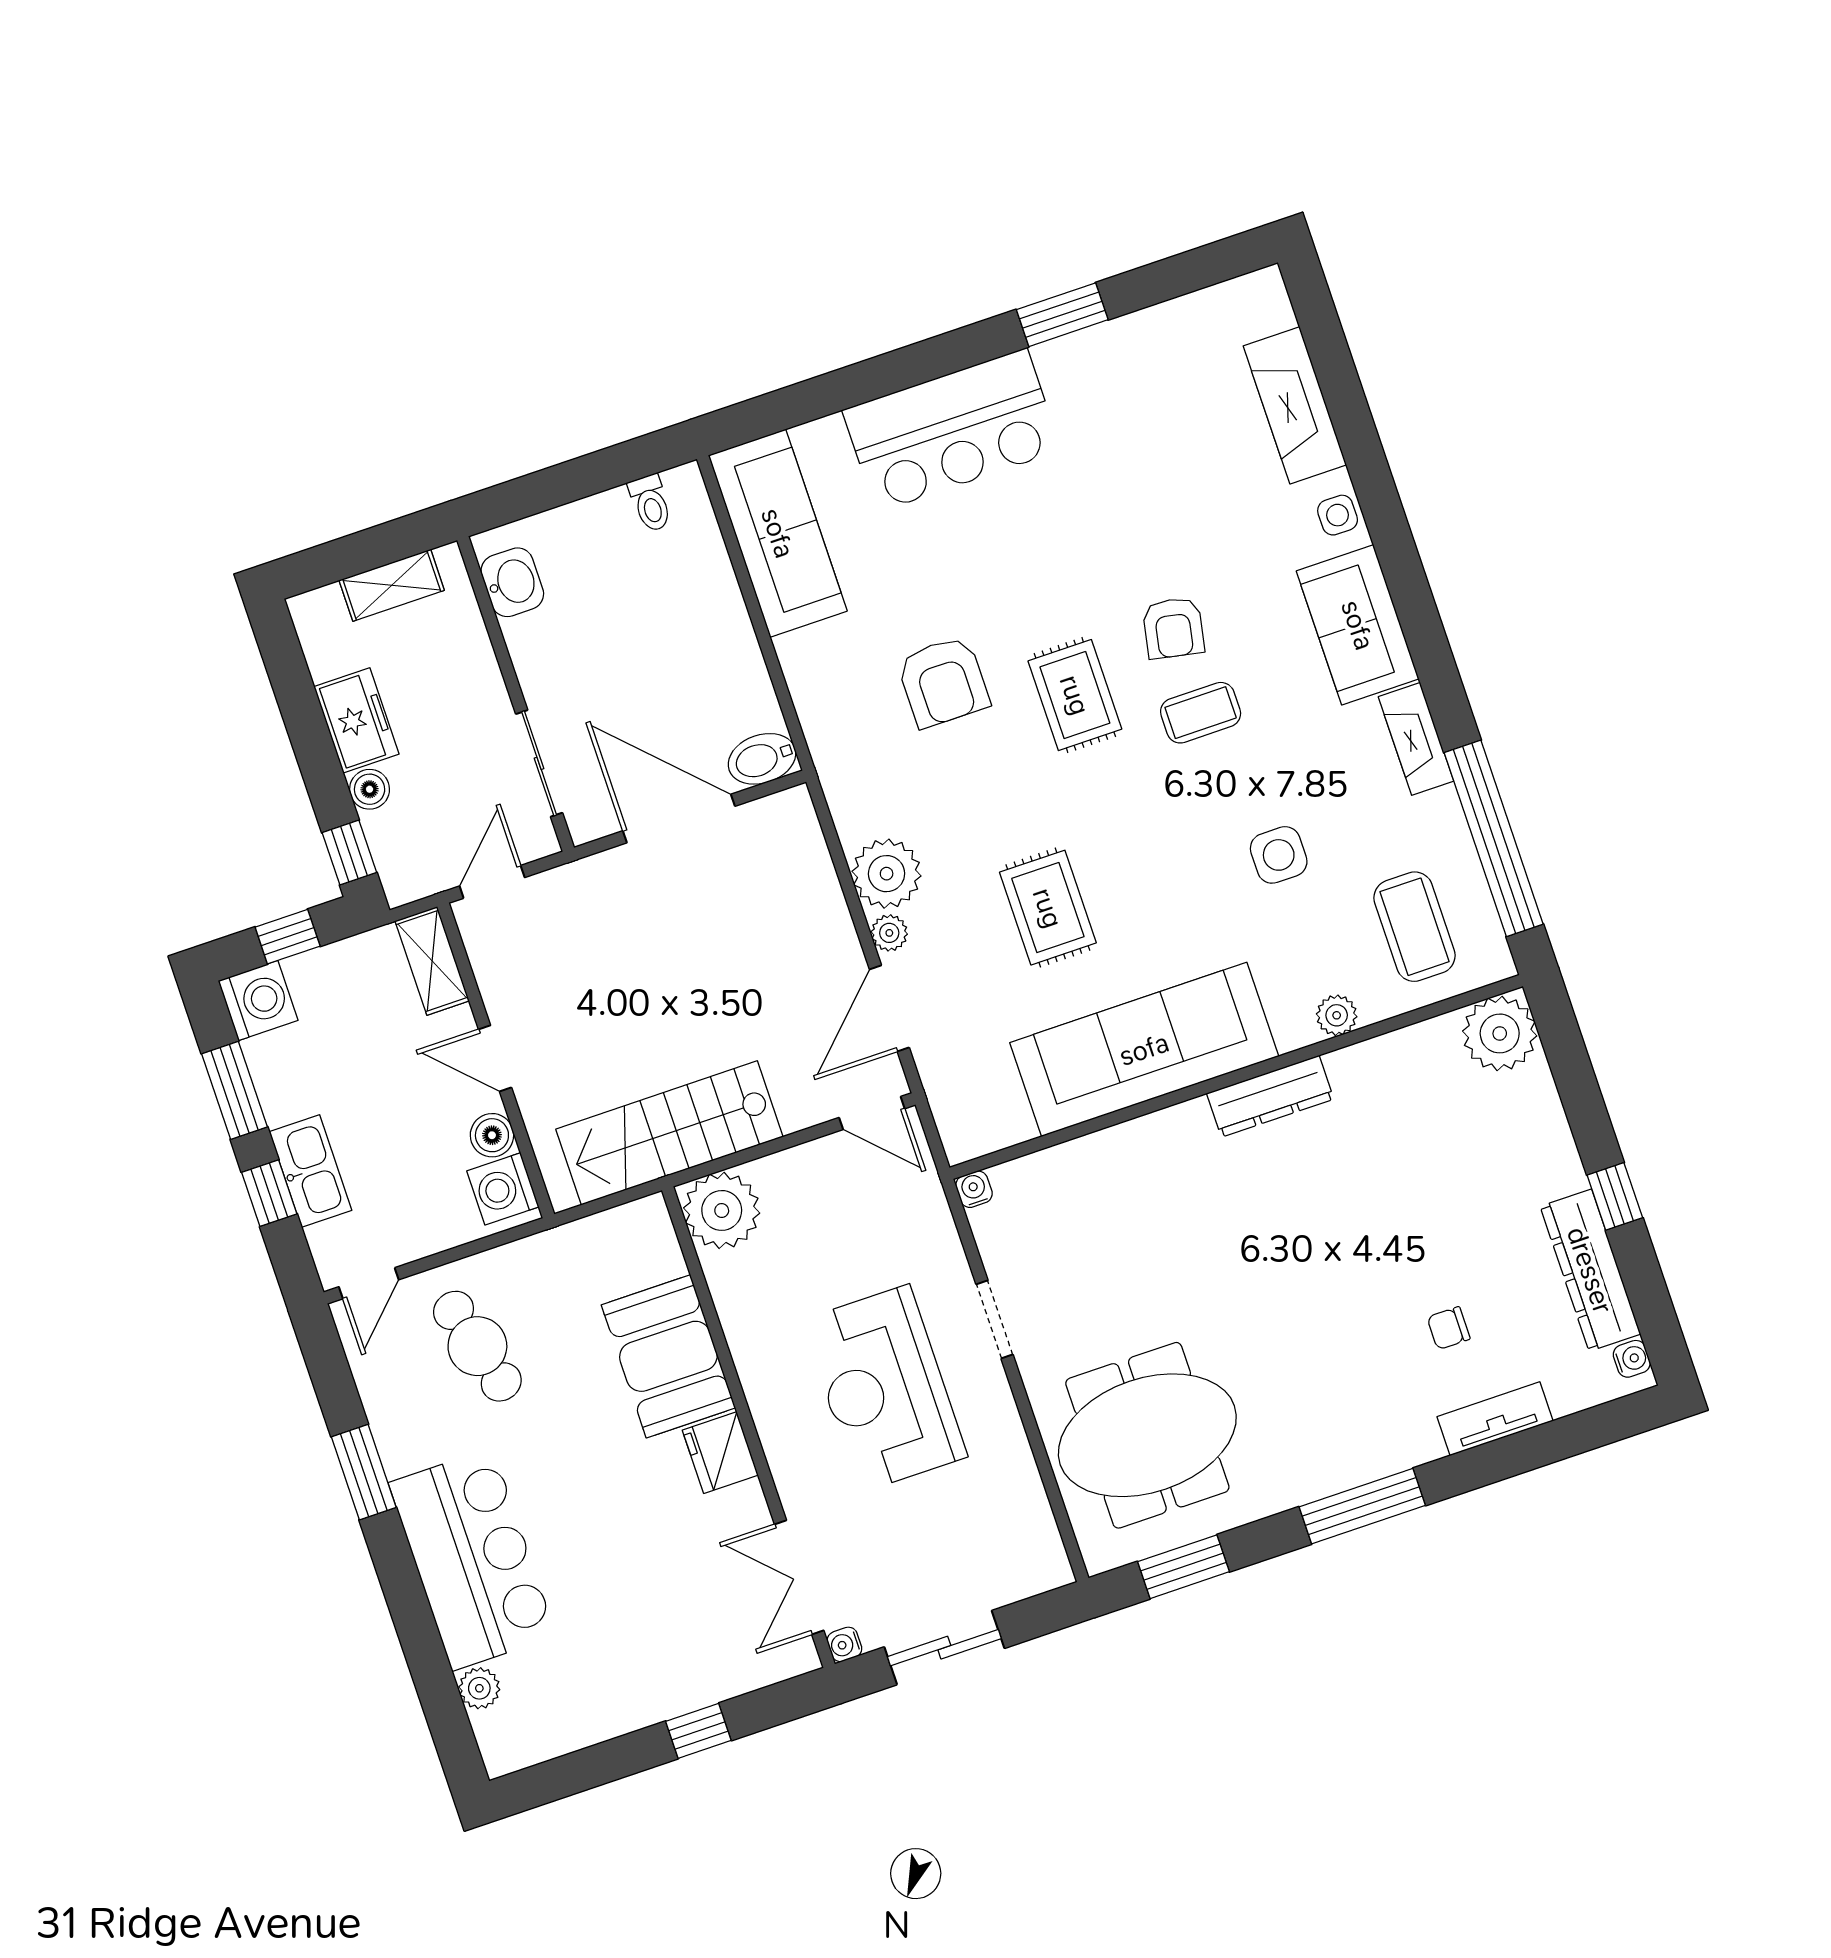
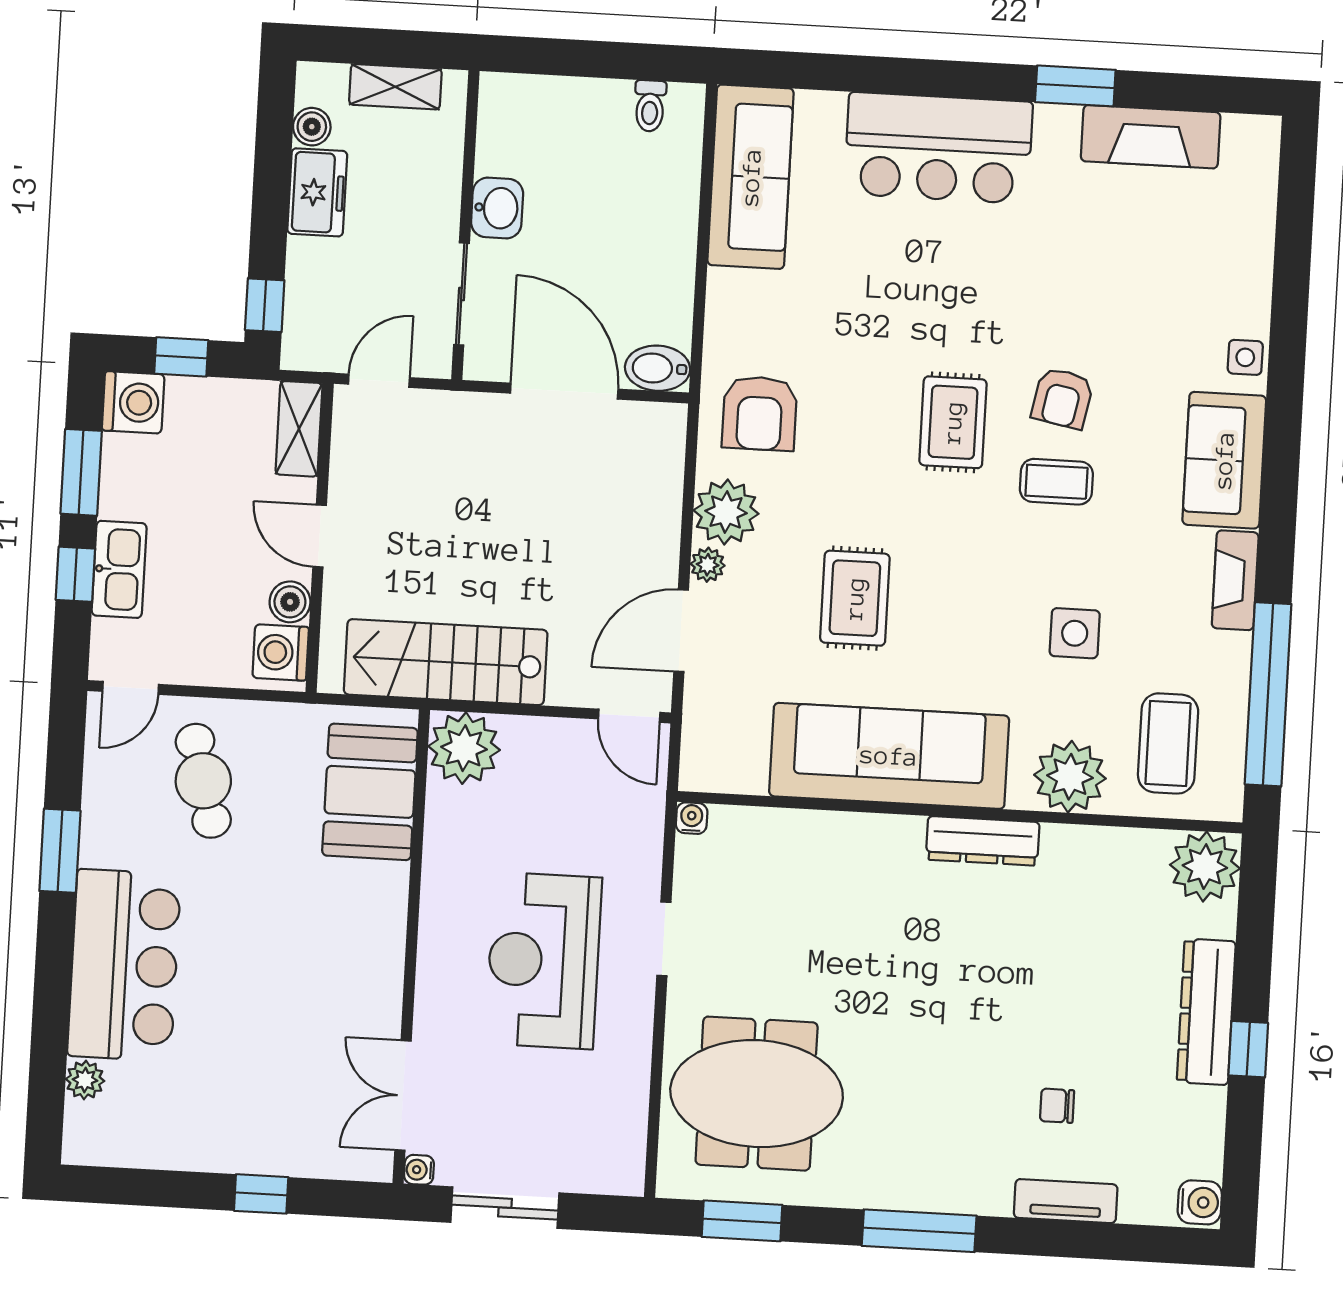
fireplace: (1295, 405) -> (1151, 137), moved, turned -90
washbasin: (512, 582) -> (497, 208), moved
armchair: (943, 682) -> (760, 413), moved
boiler: (370, 789) -> (312, 127), moved
plant: (1337, 1015) -> (1070, 777), width x1.87, depth x1.87
dresser: (1590, 1270) -> (1206, 1012), moved
booth: (668, 1356) -> (370, 792), moved
water cooler: (1632, 1359) -> (1200, 1202), width x1.38, depth x1.38
fridge: (720, 1453) -> (378, 959), removed

